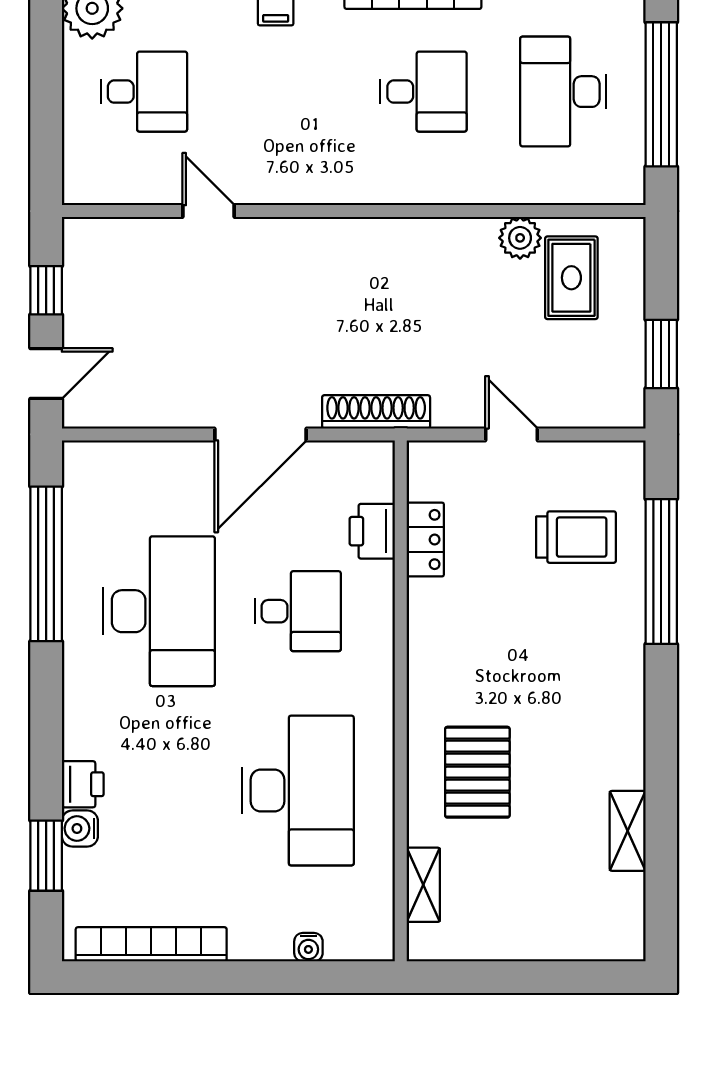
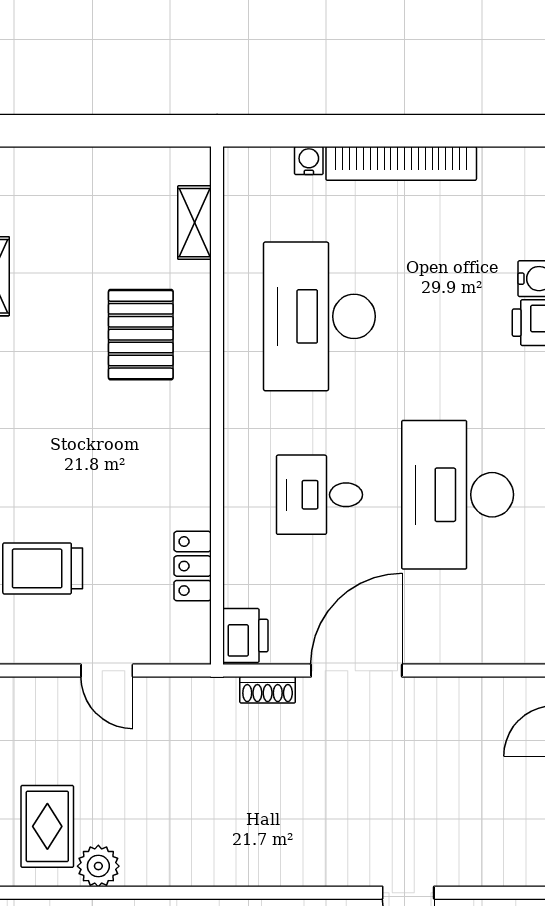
shoe rack: (376, 412) -> (268, 690), width x0.51, depth x0.81
printer: (372, 531) -> (245, 636), moved
bookcase: (151, 944) -> (401, 163), moved

